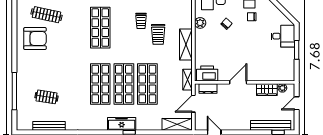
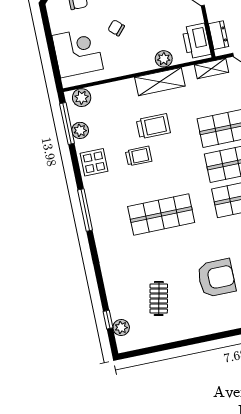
clothes rail: (46, 15) -> (159, 299), width x0.73
plant: (200, 23) -> (164, 59), moved
armchair: (35, 39) -> (216, 278), moved, turned 90

